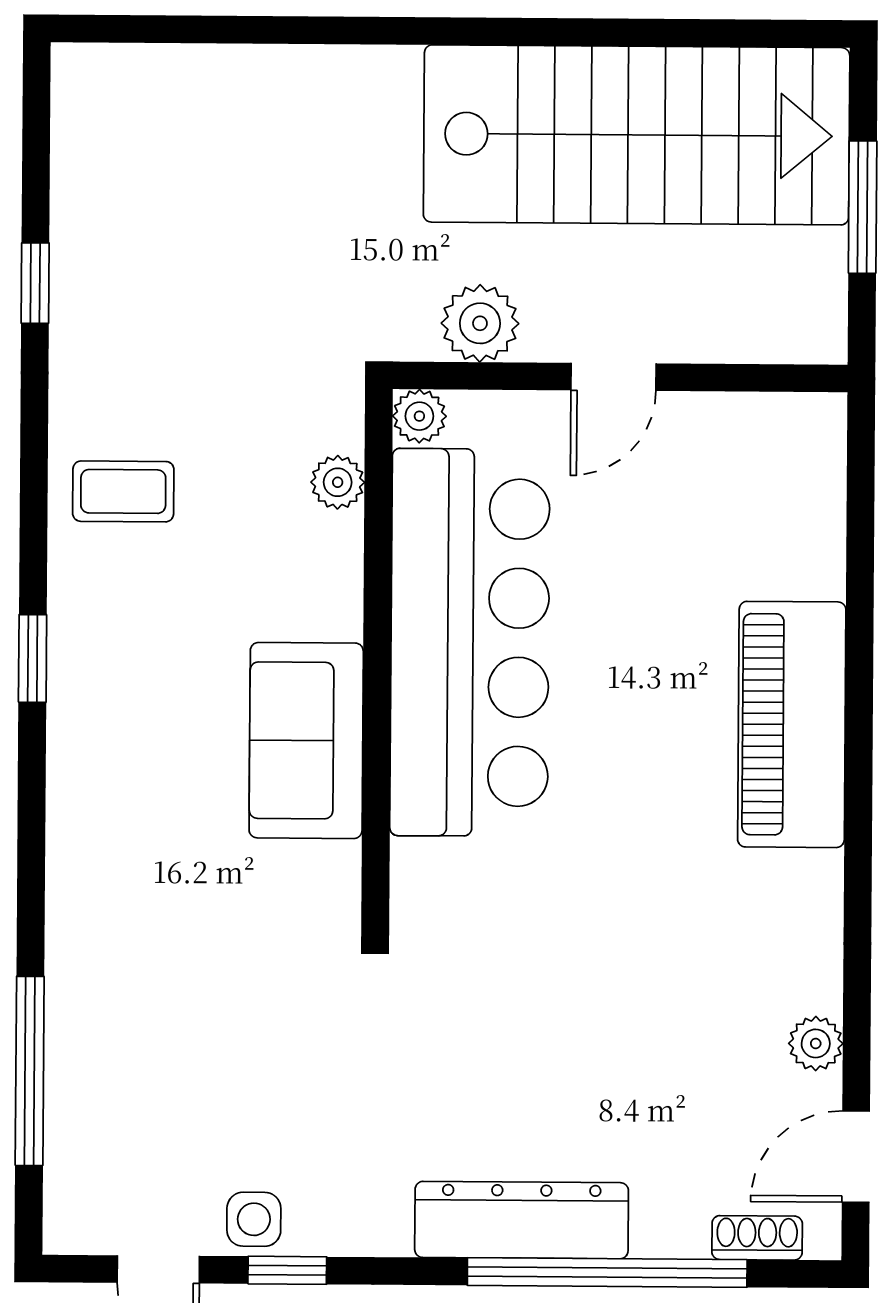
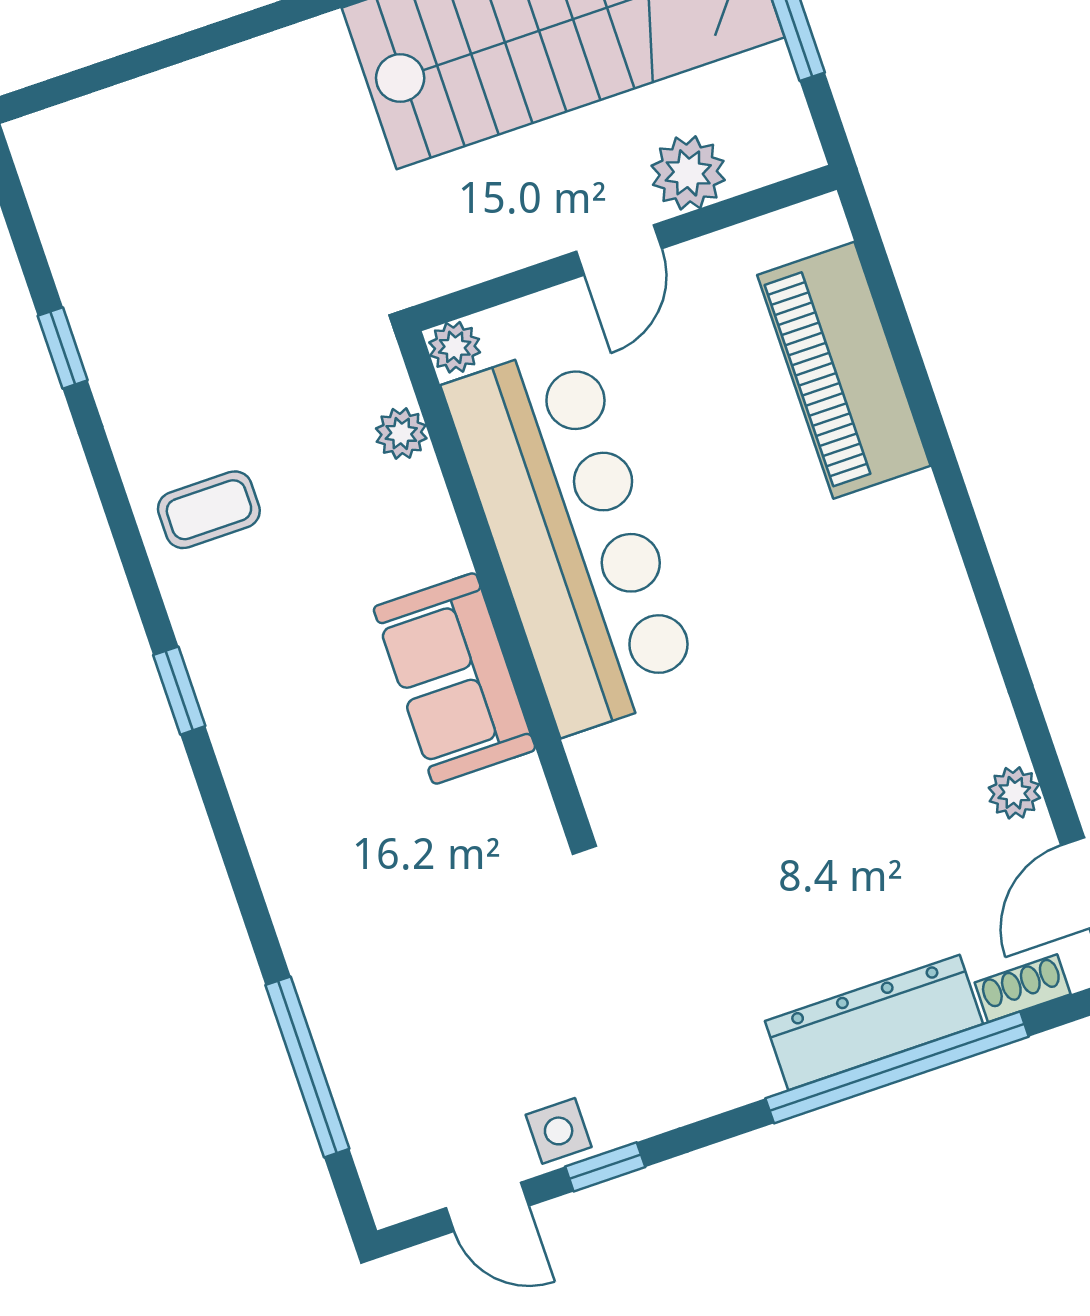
plant: (480, 323) -> (688, 173), moved
piano: (792, 724) -> (844, 370), moved
dresser: (522, 1220) -> (874, 1022), moved

